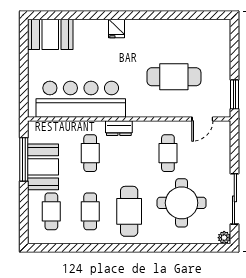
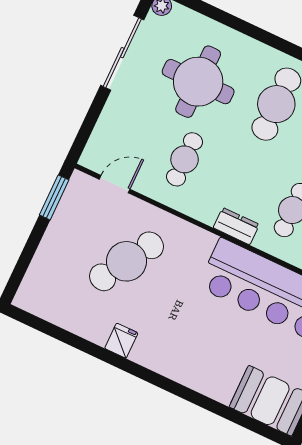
fridge: (116, 28) -> (121, 341), moved
cafe table: (174, 77) -> (126, 261), turned -59

